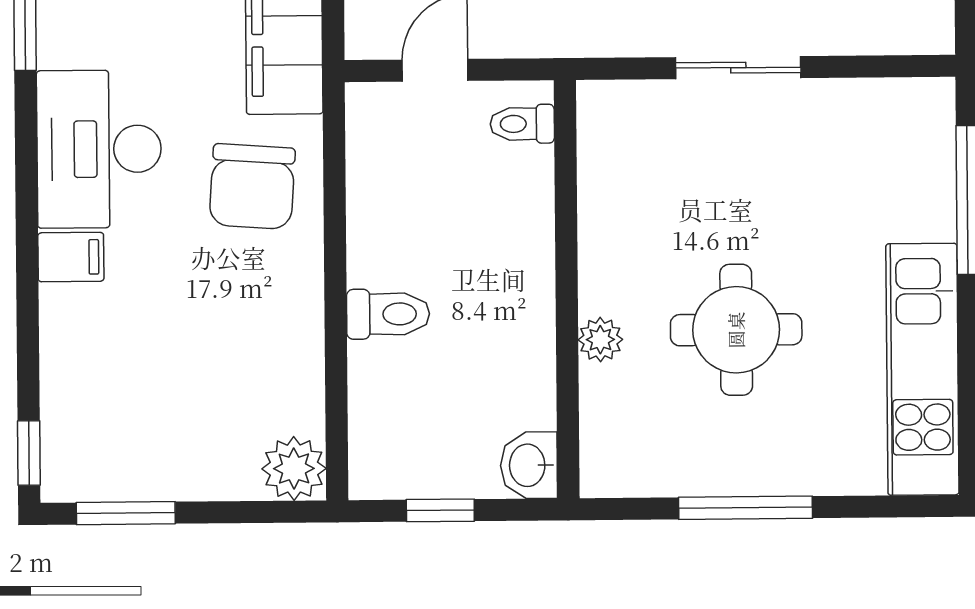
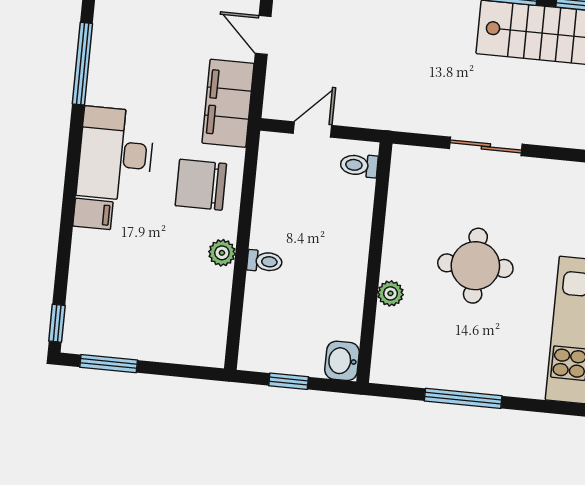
chair: (252, 187) -> (201, 185), turned 86
toilet: (388, 314) -> (265, 261), width x0.73, depth x0.72
round table: (736, 330) -> (475, 266), moved
plant: (294, 469) -> (222, 253), moved, width x0.73, depth x0.73

